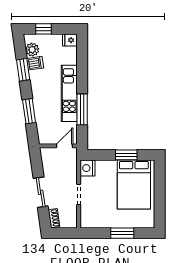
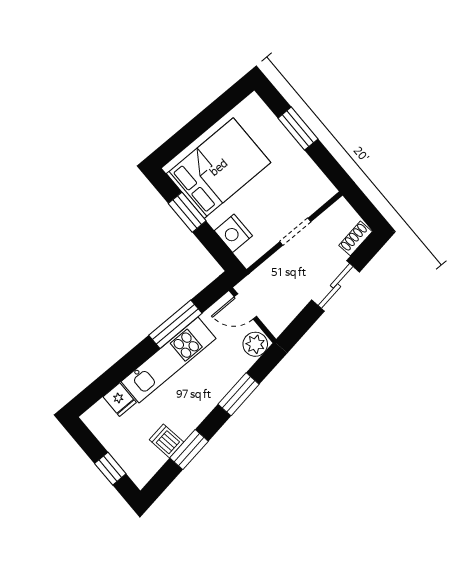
fridge: (70, 40) -> (120, 400), moved
plant: (32, 50) -> (255, 344), moved
nightstand: (88, 168) -> (233, 233), moved, turned 90

